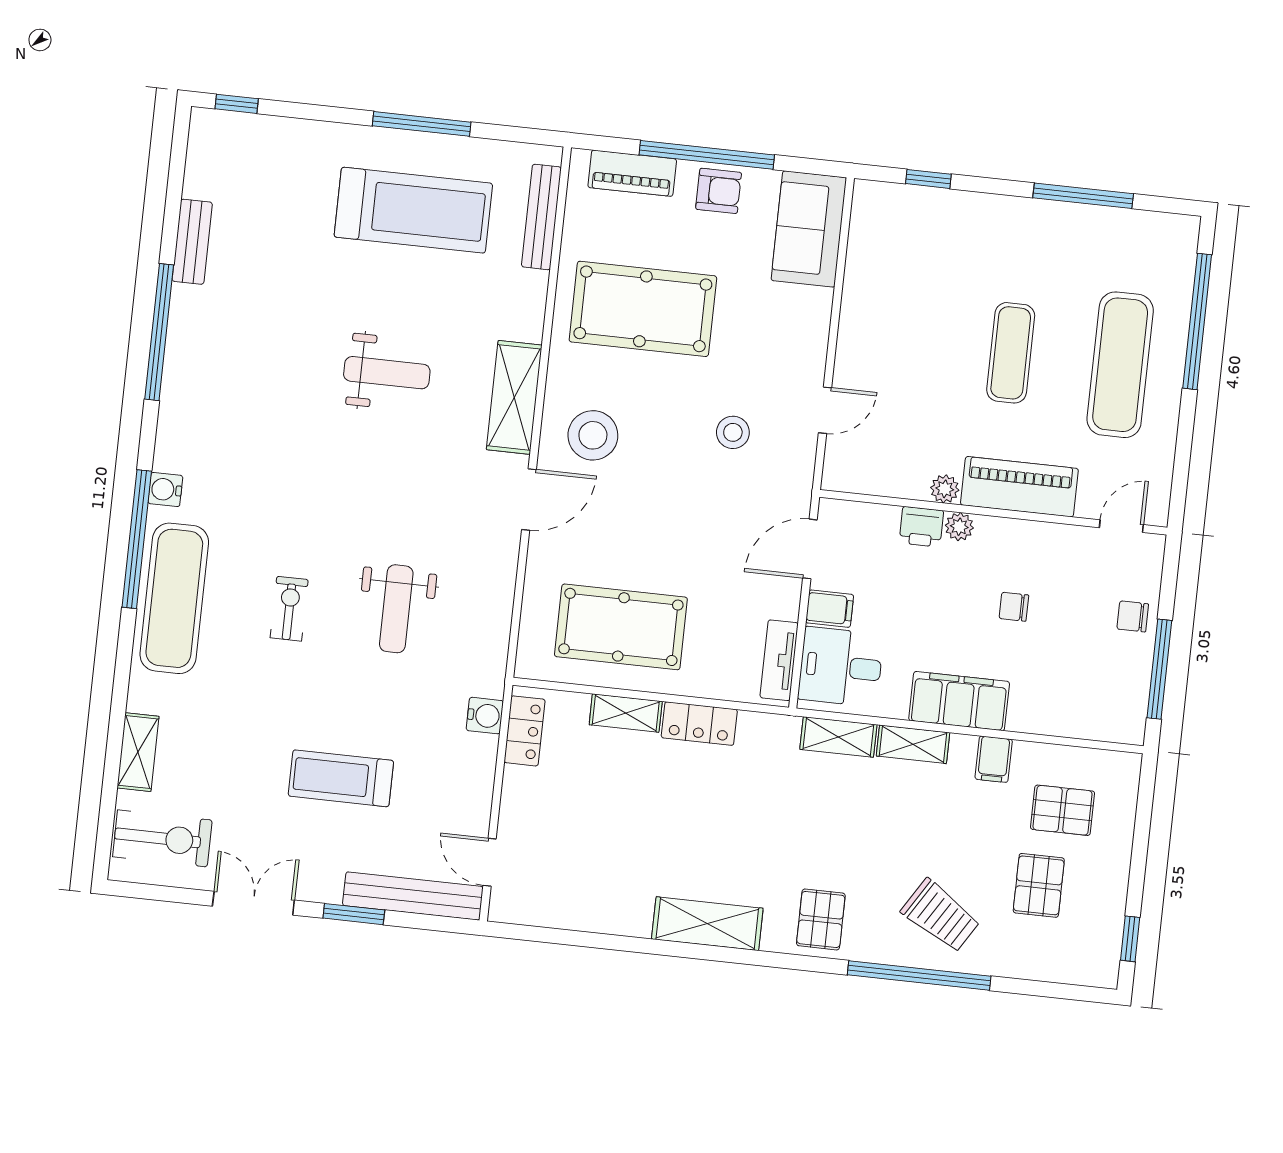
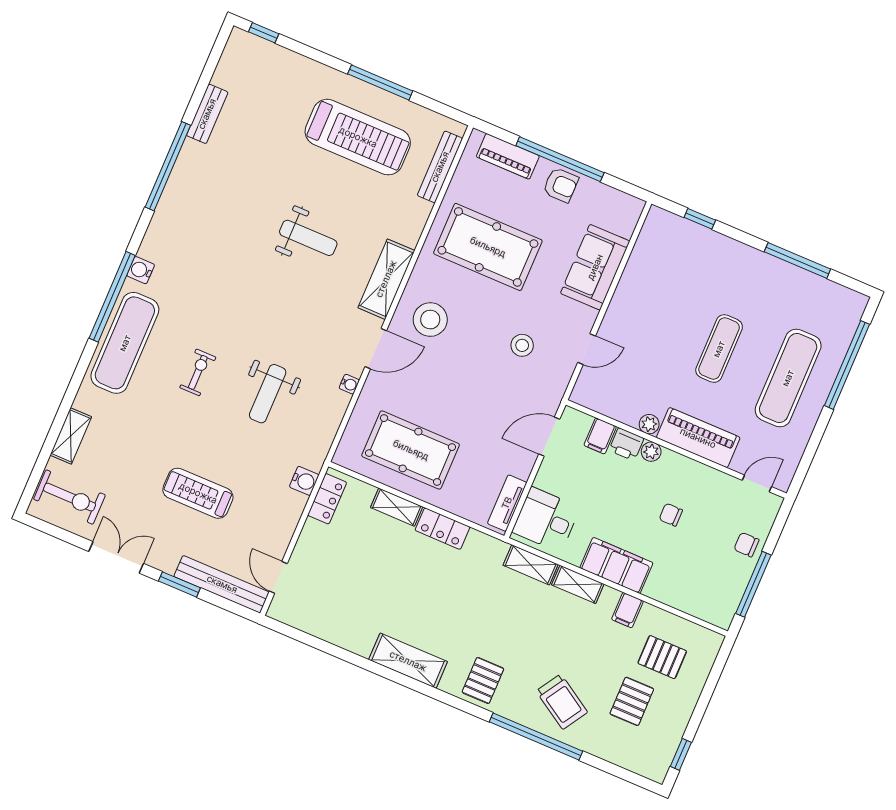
sofa: (809, 229) -> (595, 267), moved
water cooler: (507, 561) -> (349, 384), added
filing cabinet: (830, 609) -> (600, 436), moved, turned 90

